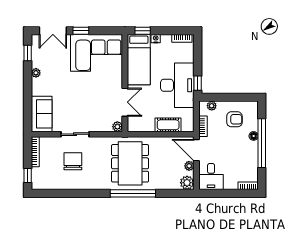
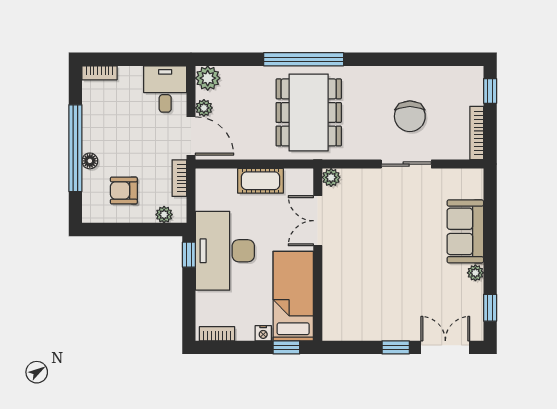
corner sofa: (97, 53) -> (368, 308), removed
sofa: (42, 114) -> (465, 231), moved
cot: (168, 125) -> (261, 181), moved

